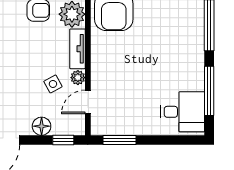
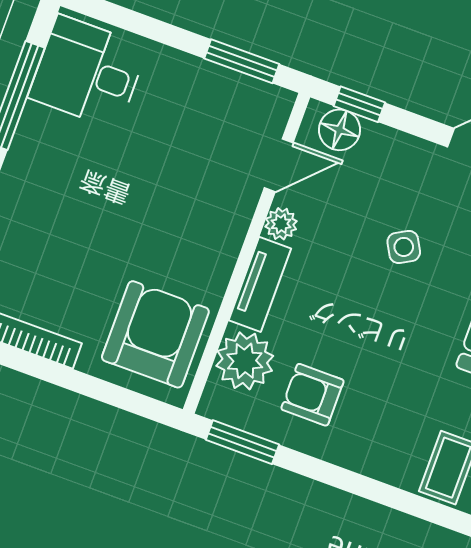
side table: (53, 84) -> (404, 247), moved
floor lamp: (42, 126) -> (340, 130), moved

